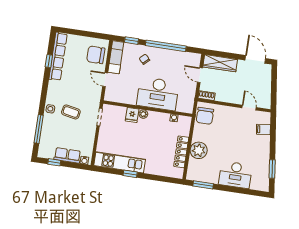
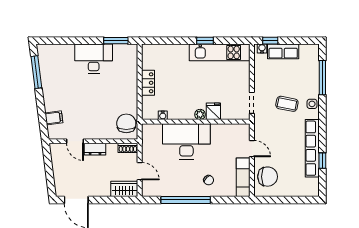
window: (132, 41) -> (227, 200), removed
row of seats: (58, 56) -> (312, 148), moved
wardrobe: (220, 63) -> (124, 189), width x0.67
dresser: (234, 99) -> (95, 149), added
plant: (199, 150) -> (127, 81), removed
locker: (181, 152) -> (148, 83), width x0.66
window: (54, 162) -> (270, 41), moved
window: (272, 169) -> (36, 72), width x1.44
desk: (235, 175) -> (94, 59), moved

